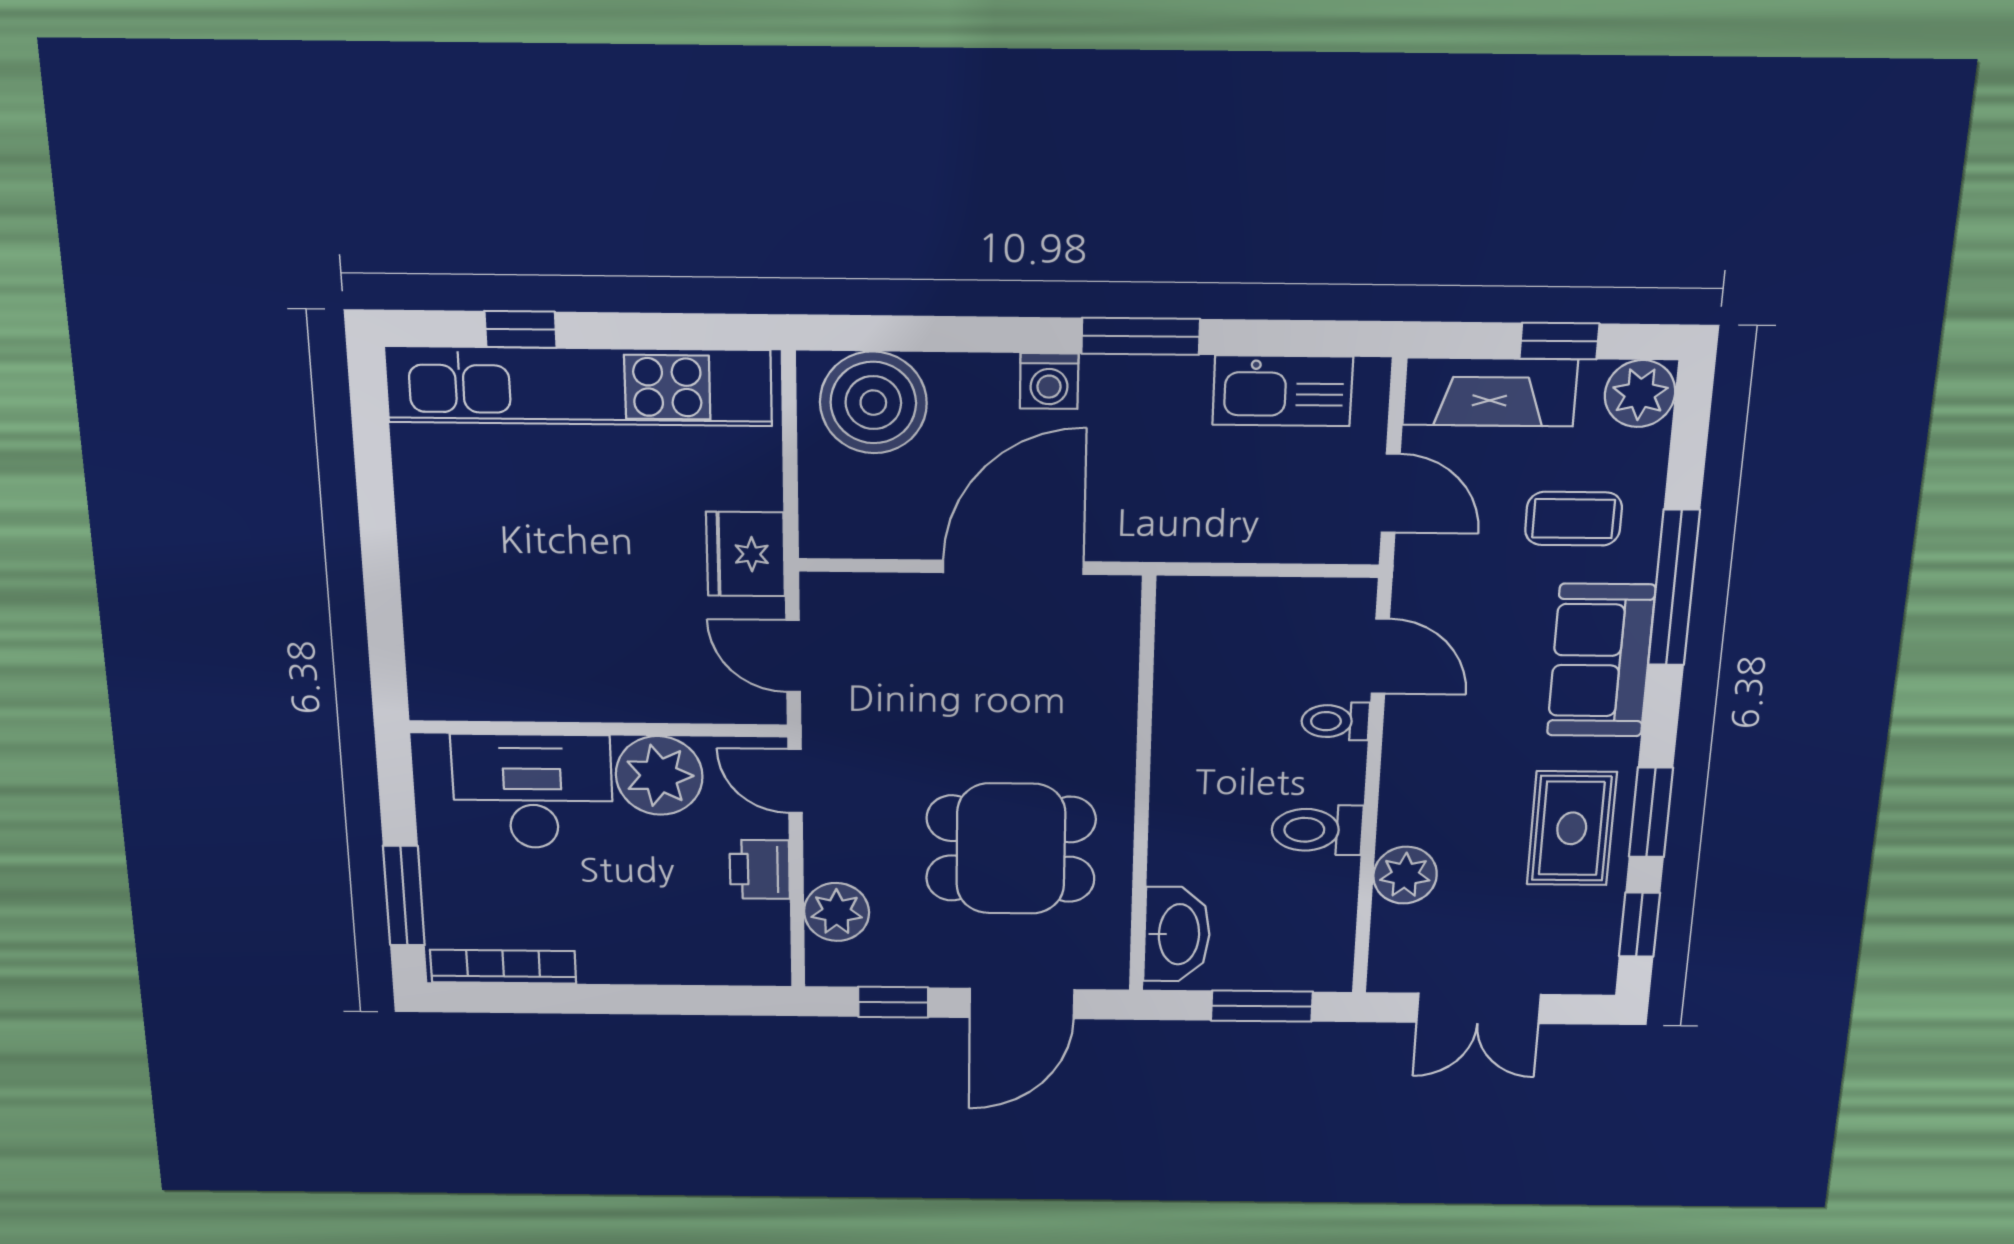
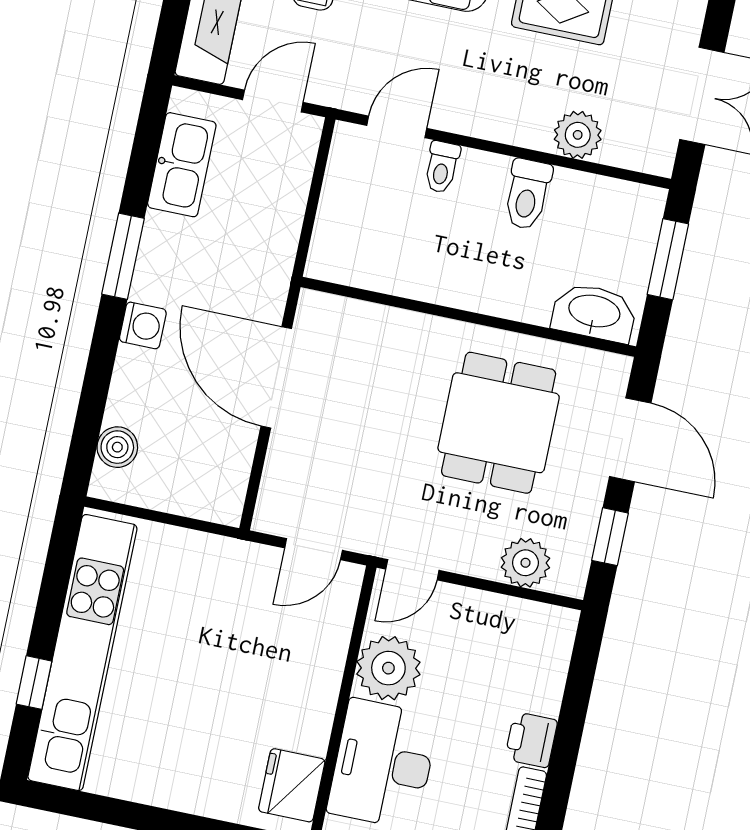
boiler: (873, 403) -> (117, 447), width x0.54, depth x0.54
fridge: (746, 554) -> (292, 785), moved, turned 90
printer: (760, 869) -> (531, 740), moved, turned 90

